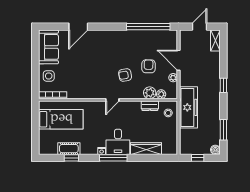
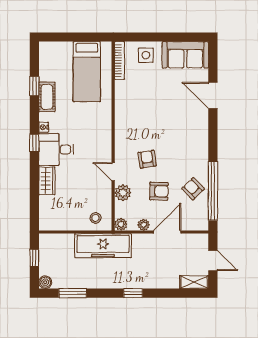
armchair: (147, 41) -> (193, 189), added
plant: (161, 94) -> (121, 224), moved
door: (112, 100) -> (113, 172), moved
dresser: (150, 106) -> (105, 193), removed
cot: (69, 149) -> (47, 97), moved
wardrobe: (146, 149) -> (47, 181), width x0.67
window: (113, 158) -> (34, 143), width x0.46

